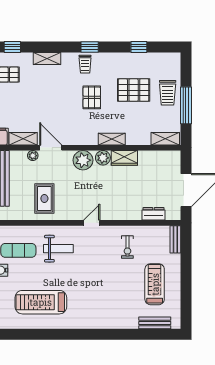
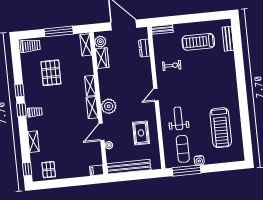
window: (139, 47) -> (19, 90), moved
trolley: (168, 93) -> (30, 46), moved
pallet: (92, 97) -> (60, 104), removed
shelving: (23, 139) -> (92, 108), moved
plant: (103, 158) -> (100, 42), moved
wardrobe: (124, 158) -> (102, 58), moved
rug: (44, 198) -> (141, 133), turned 90
door: (92, 223) -> (156, 95), hinge flipped

